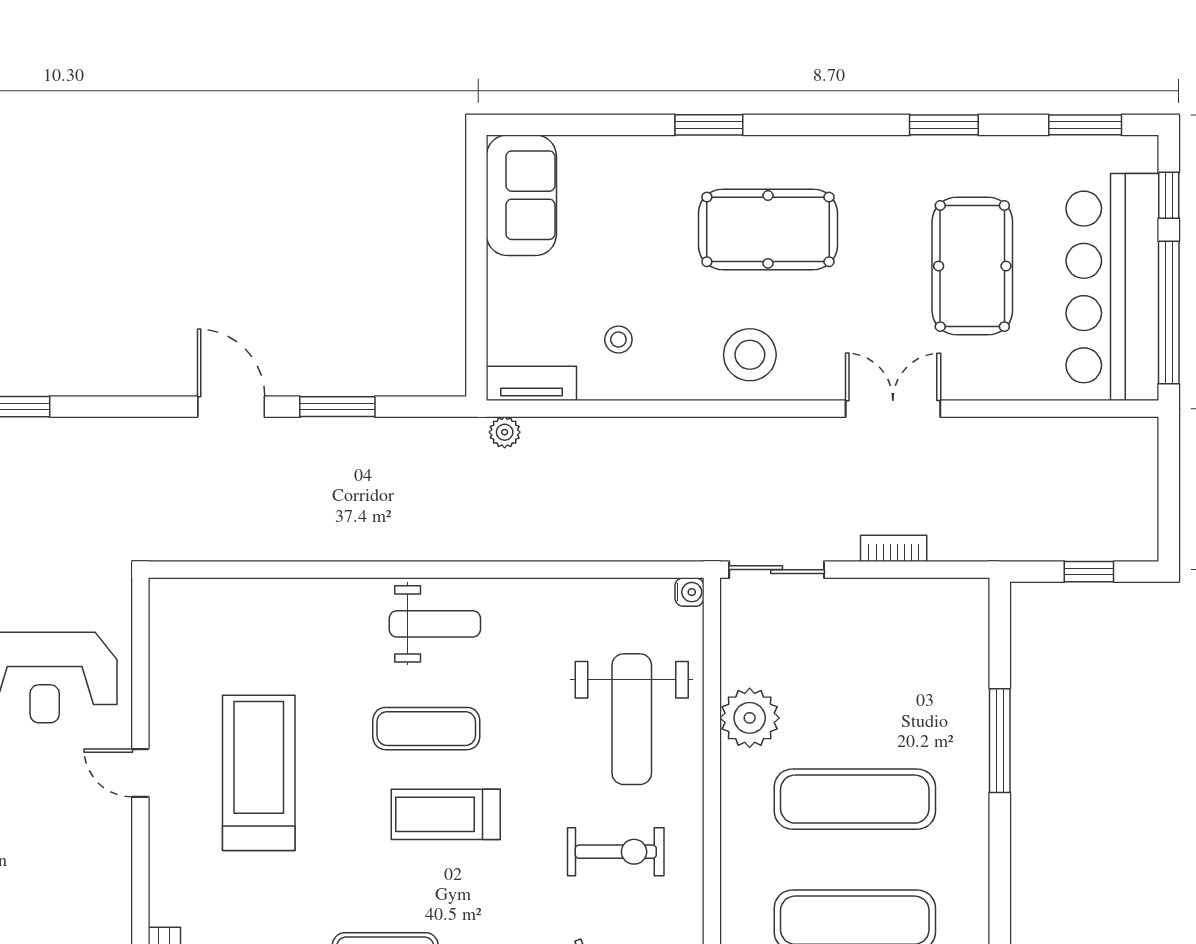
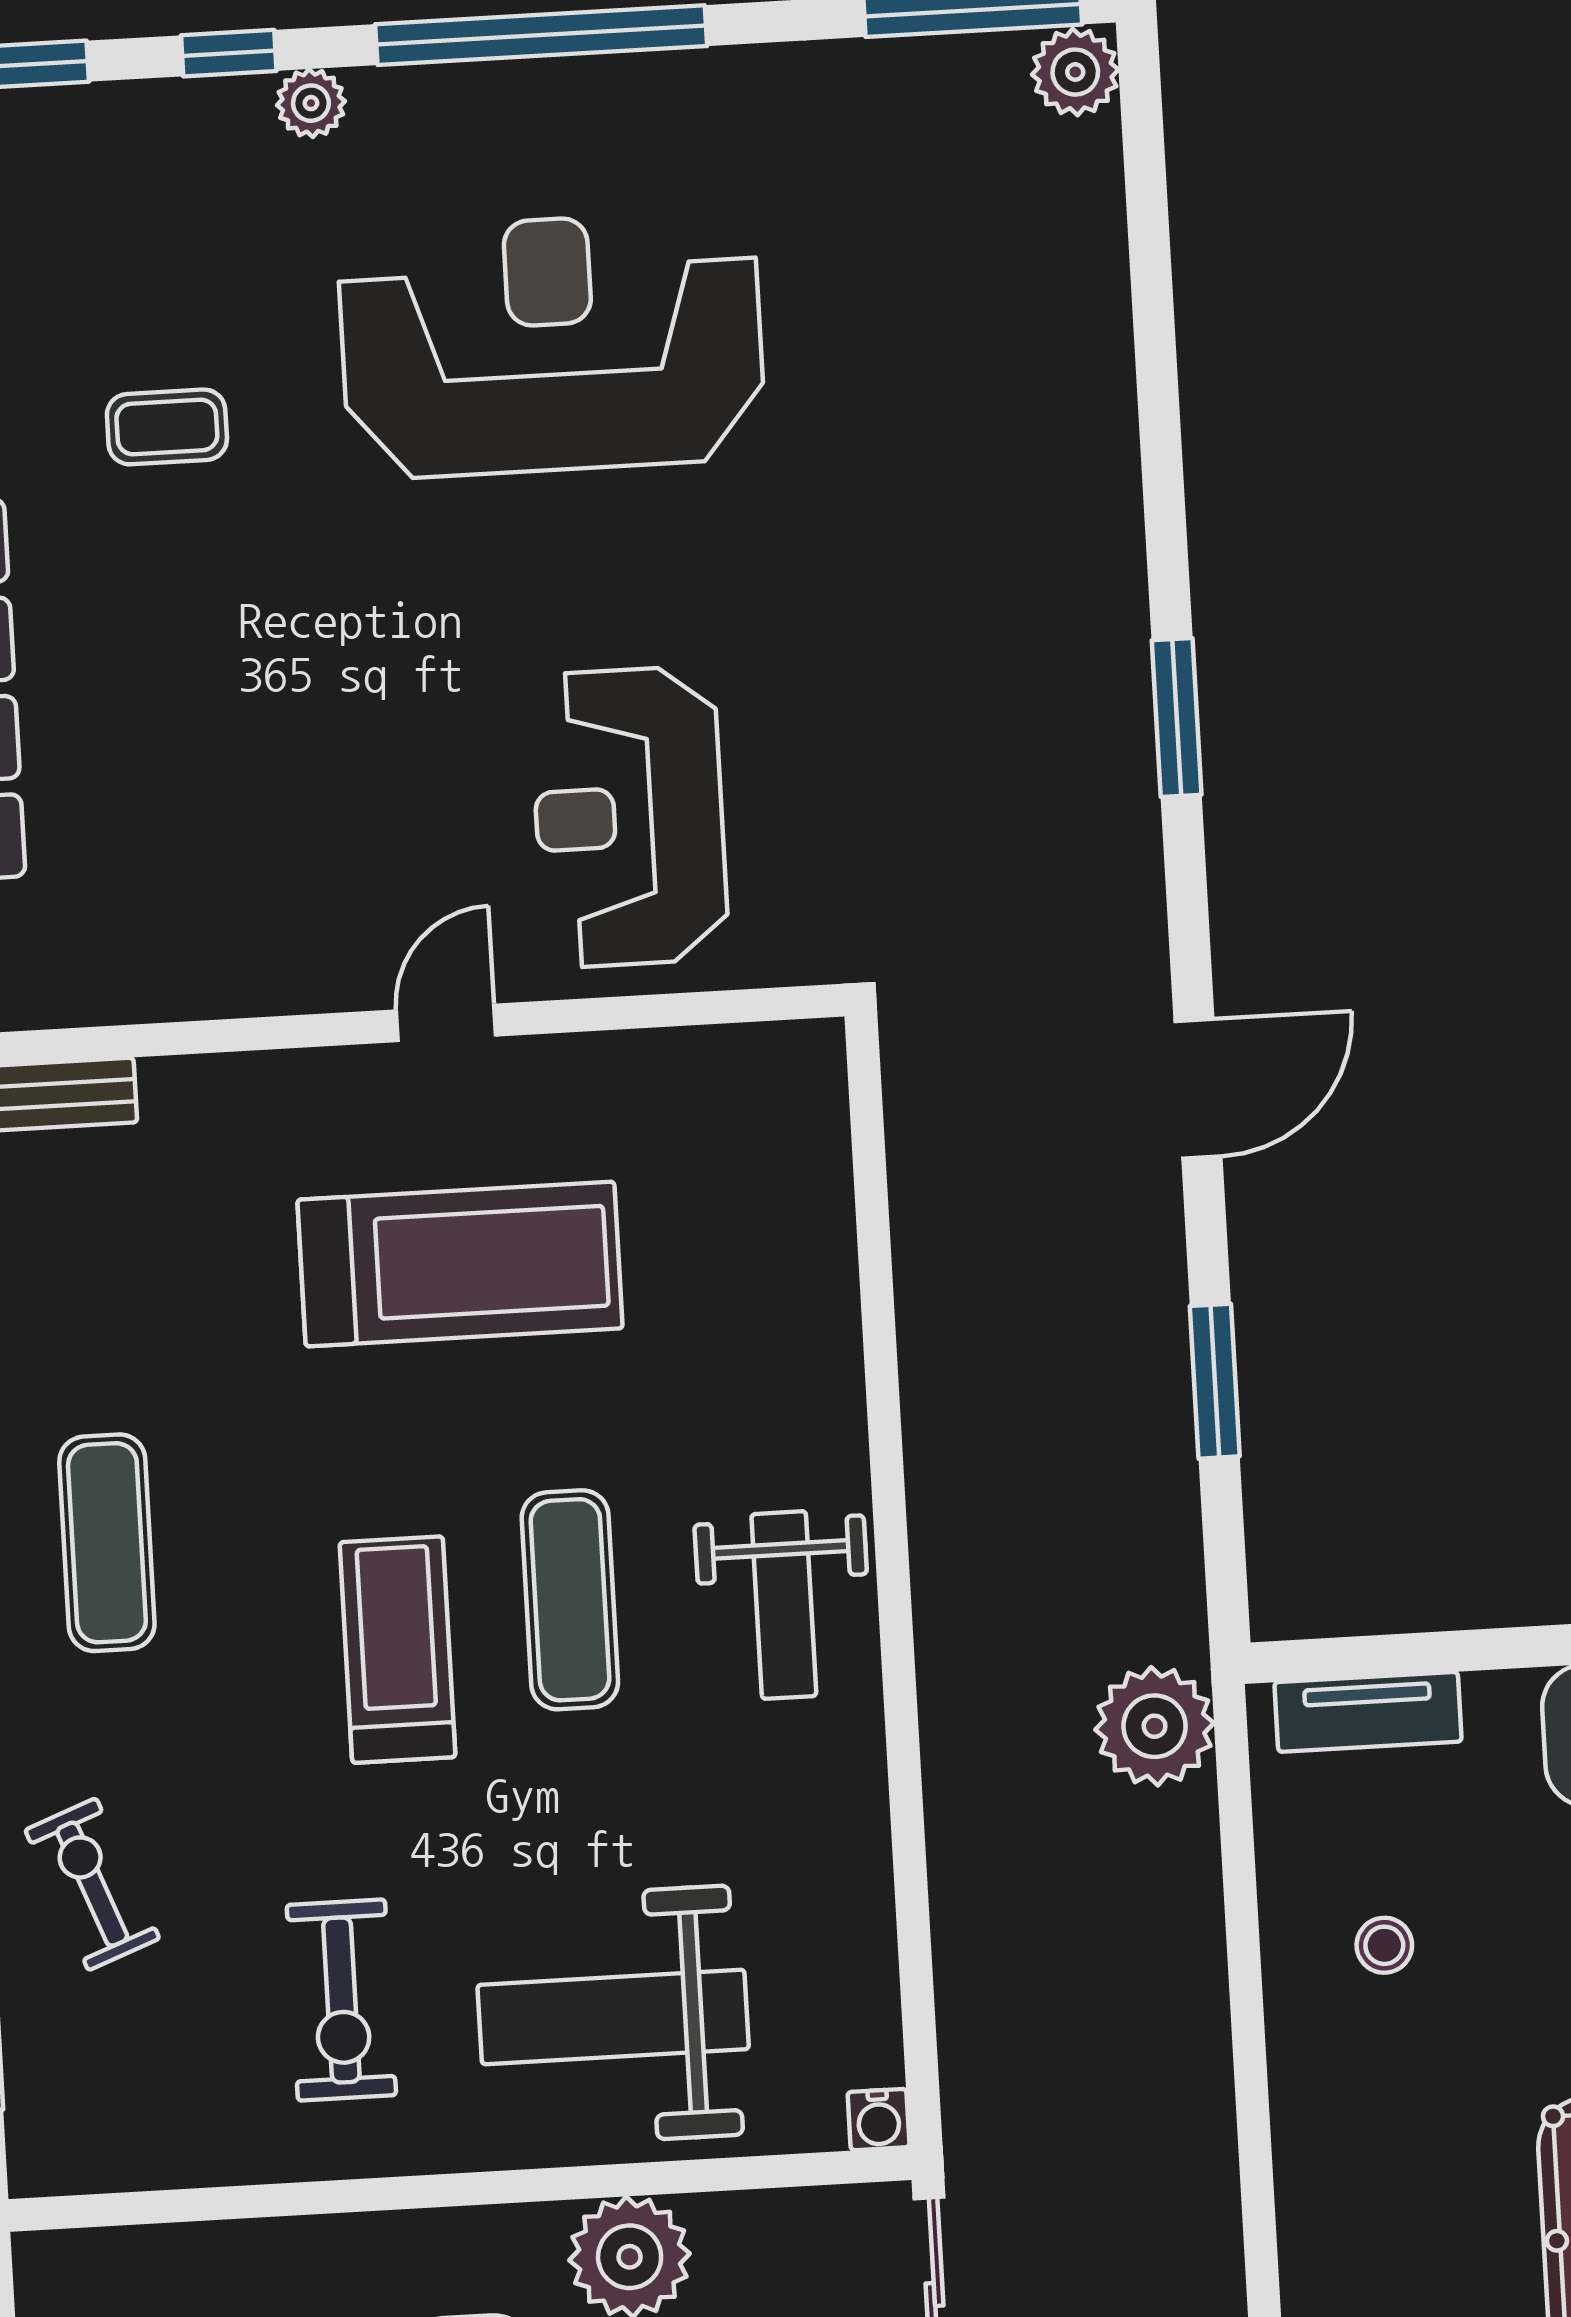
stool: (750, 355) -> (1369, 2215), removed
tv unit: (531, 383) -> (1368, 1712), moved, turned 90
door: (231, 407) -> (1198, 1089), moved
plant: (505, 432) -> (1155, 1726), width x1.87, depth x1.87

